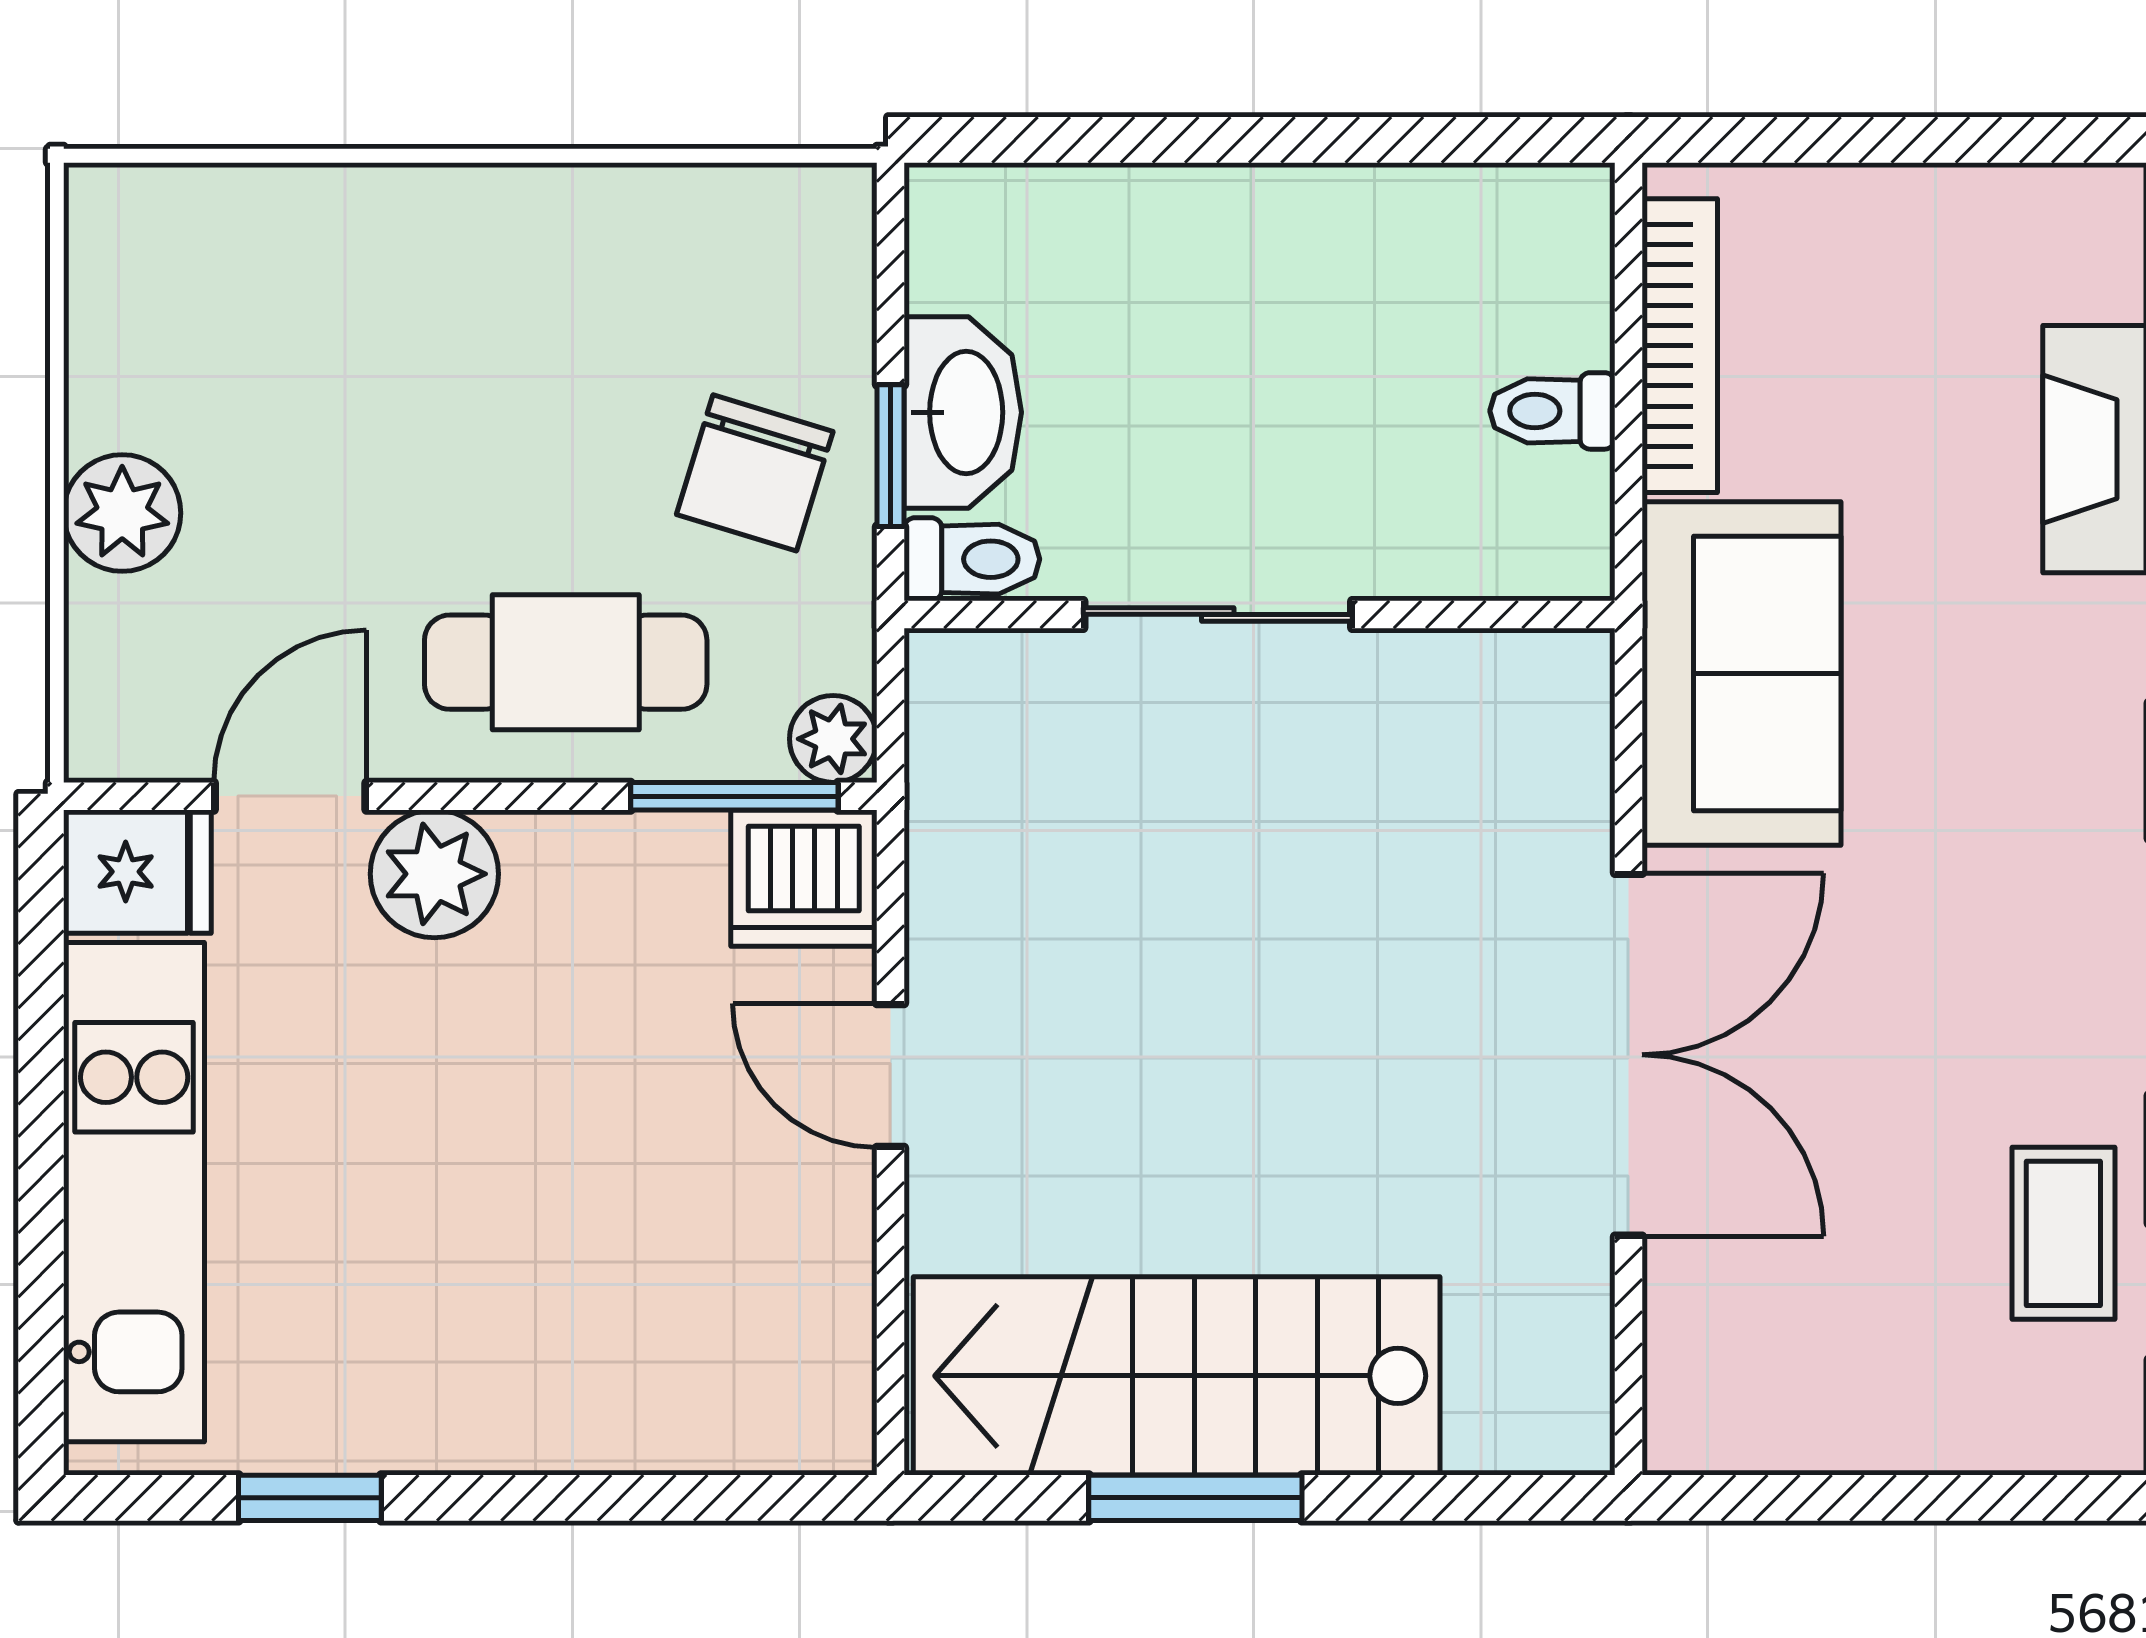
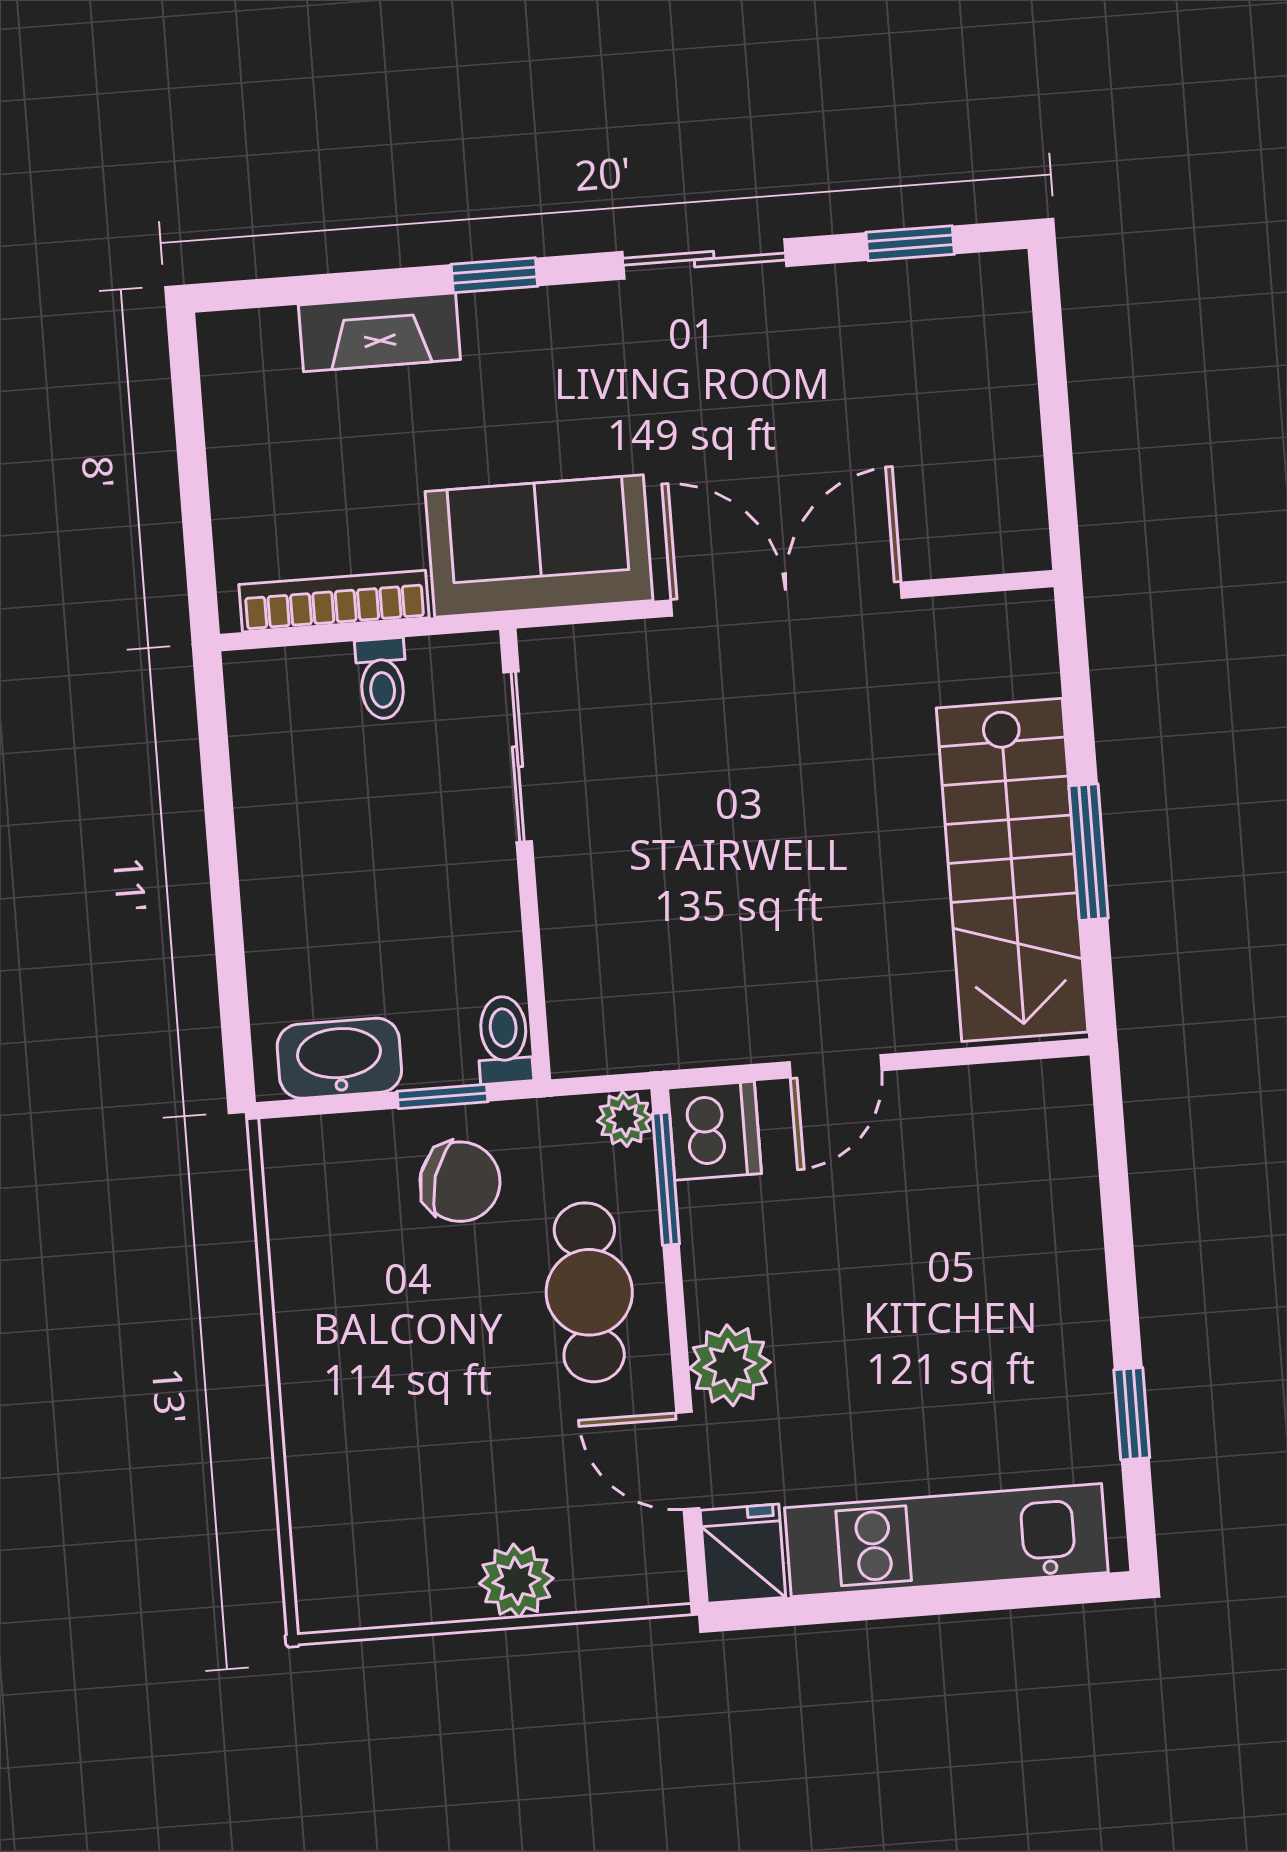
washbasin: (963, 412) -> (339, 1058), moved
sliding door: (1218, 614) -> (518, 757), moved
coffee table: (2063, 1233) -> (878, 314), removed

